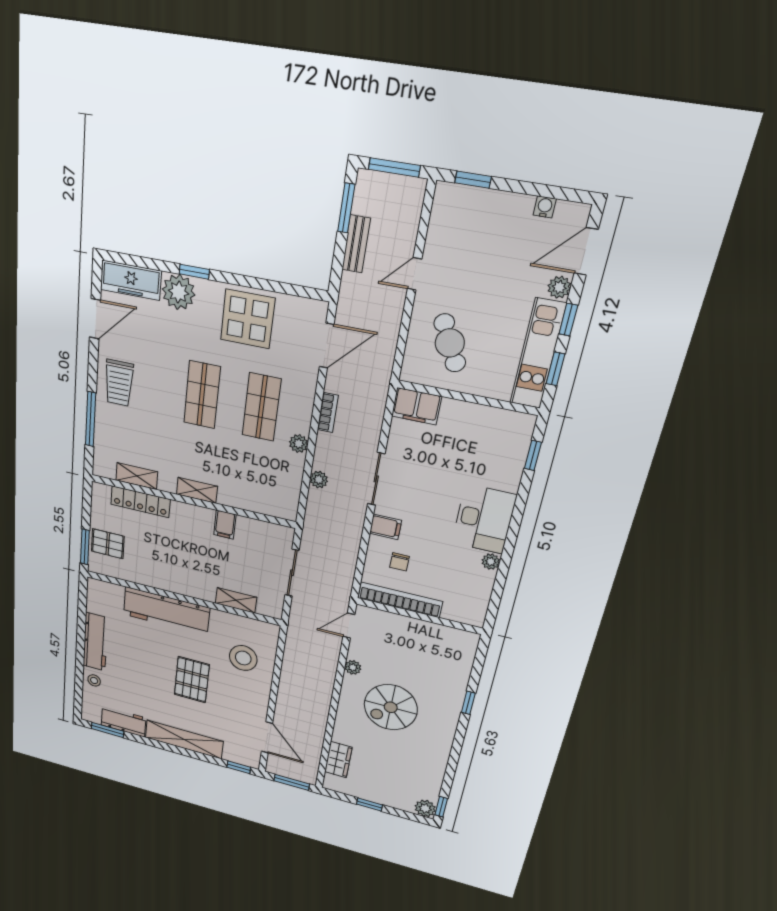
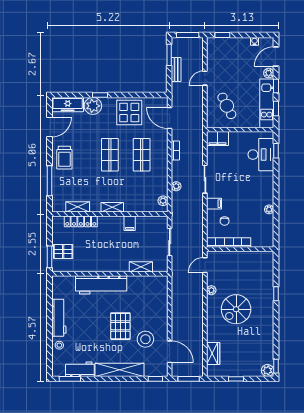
door: (327, 346) -> (170, 118), swing flipped
plant: (299, 444) -> (163, 201), moved
desk: (484, 519) -> (261, 155), moved
stool: (243, 658) -> (145, 339), moved

